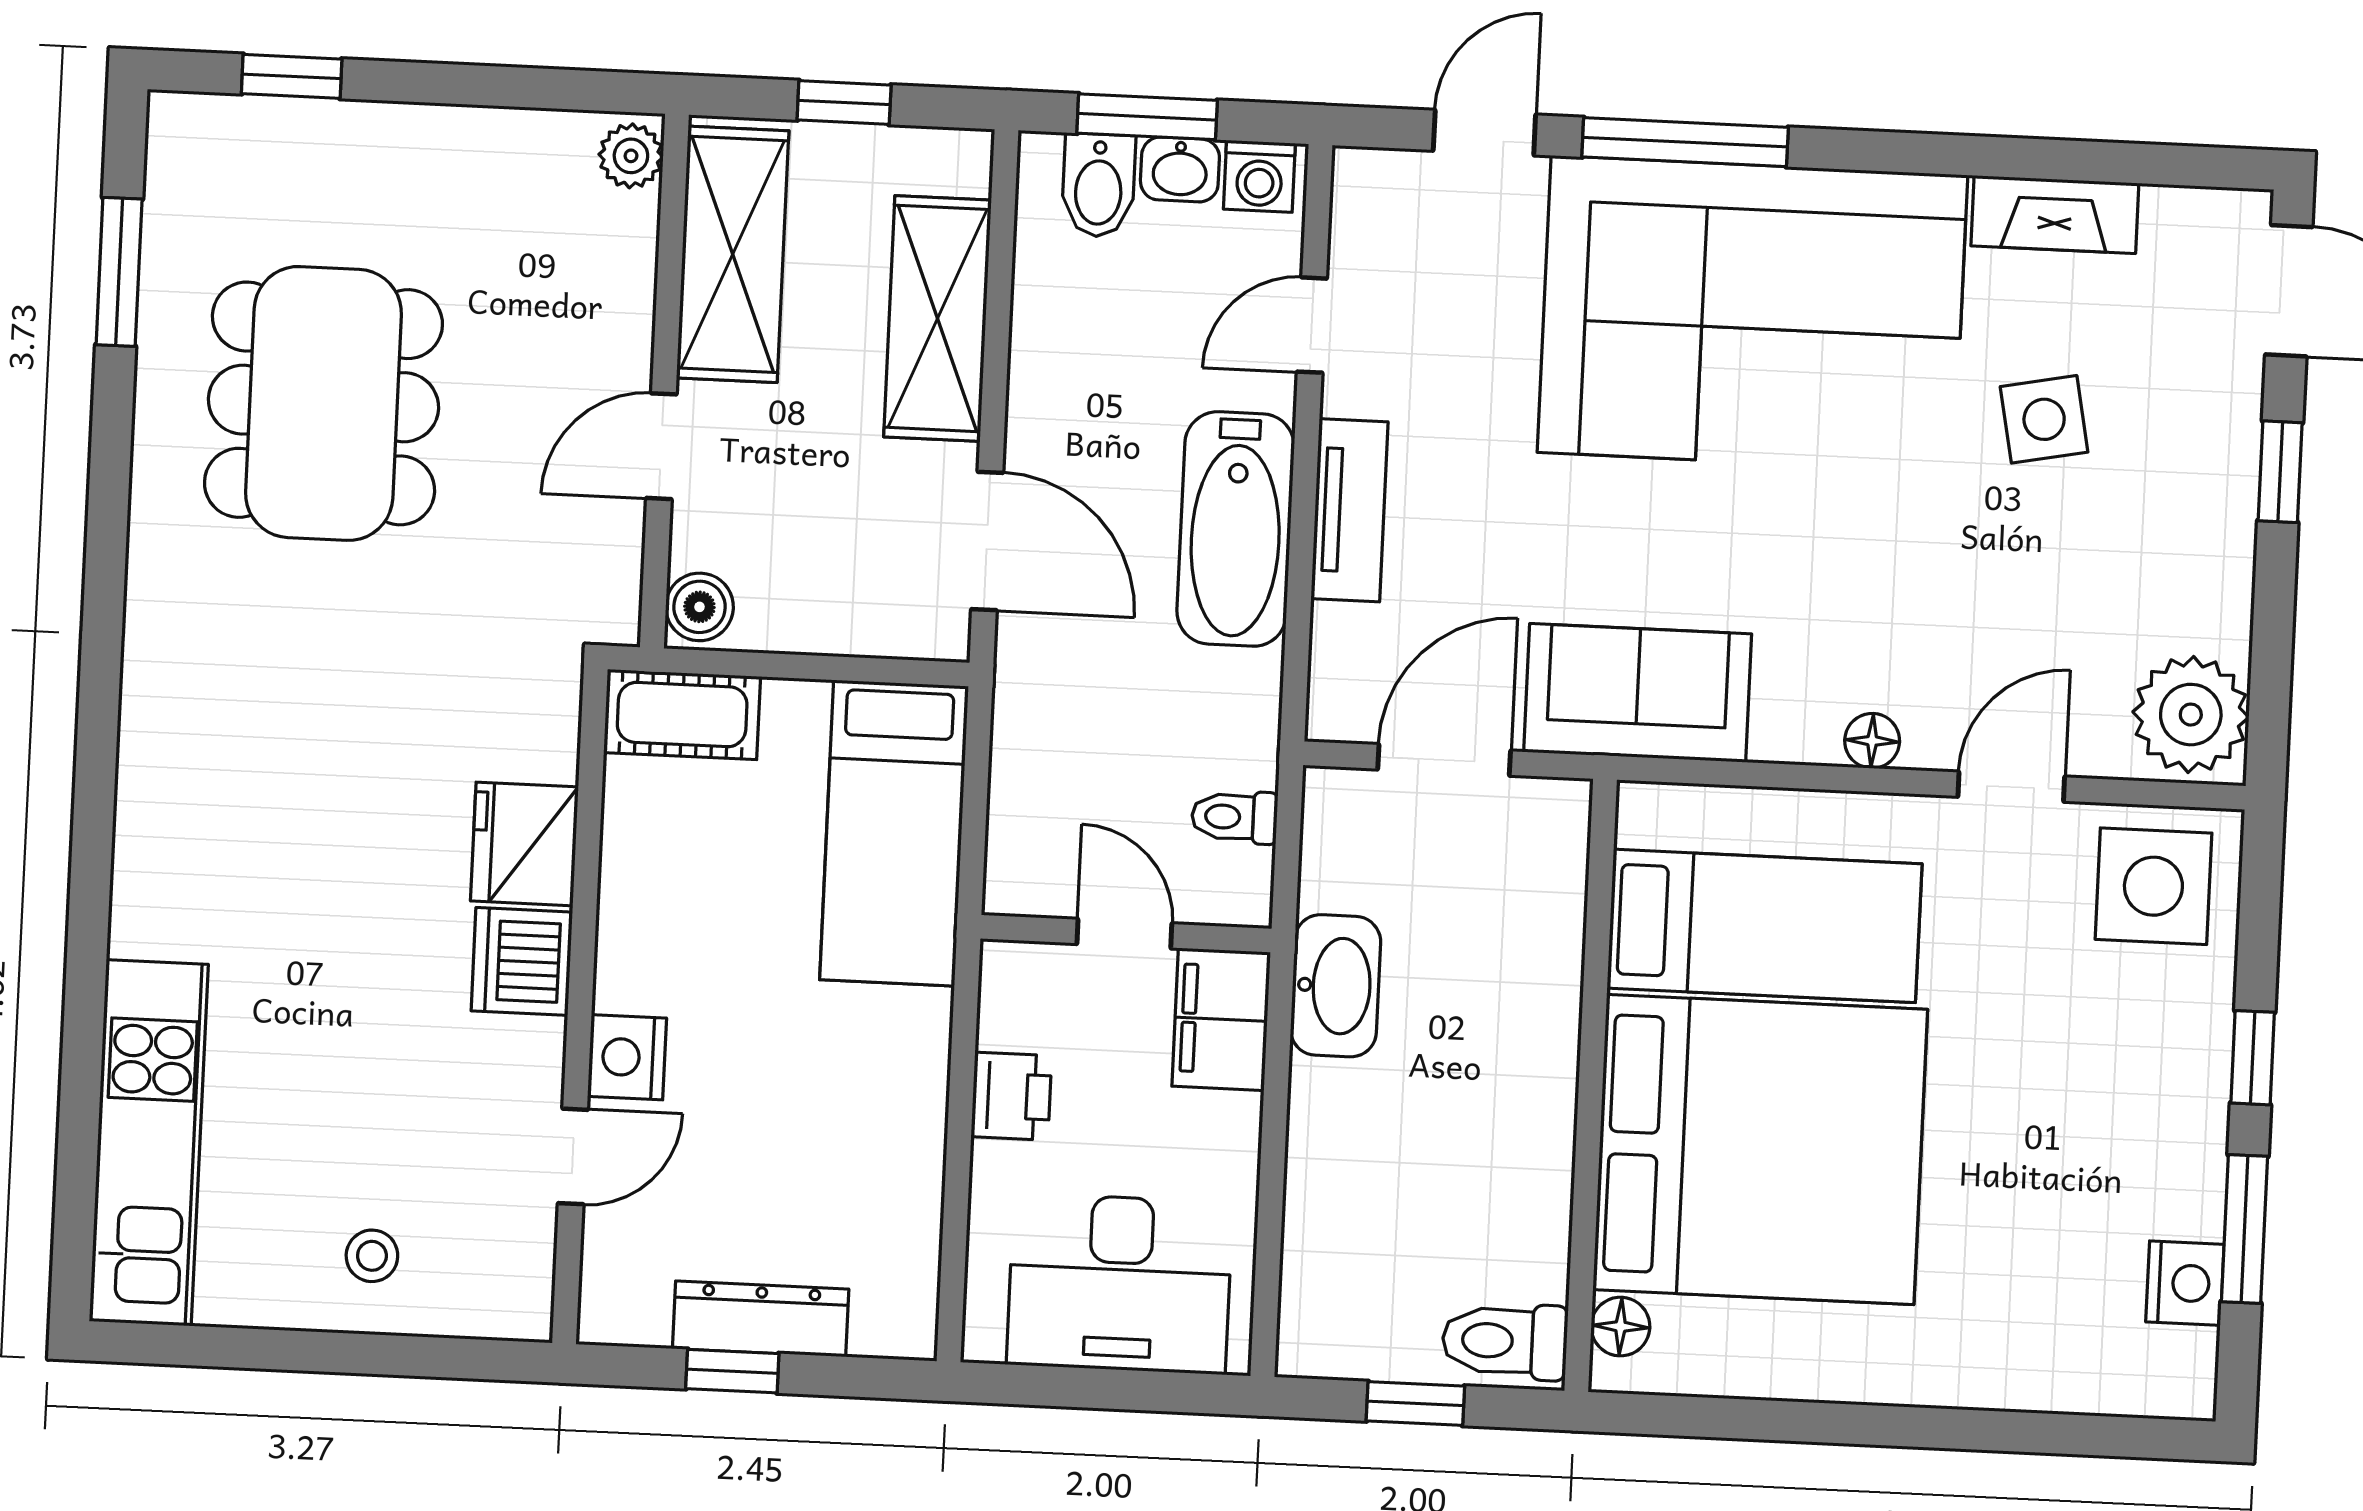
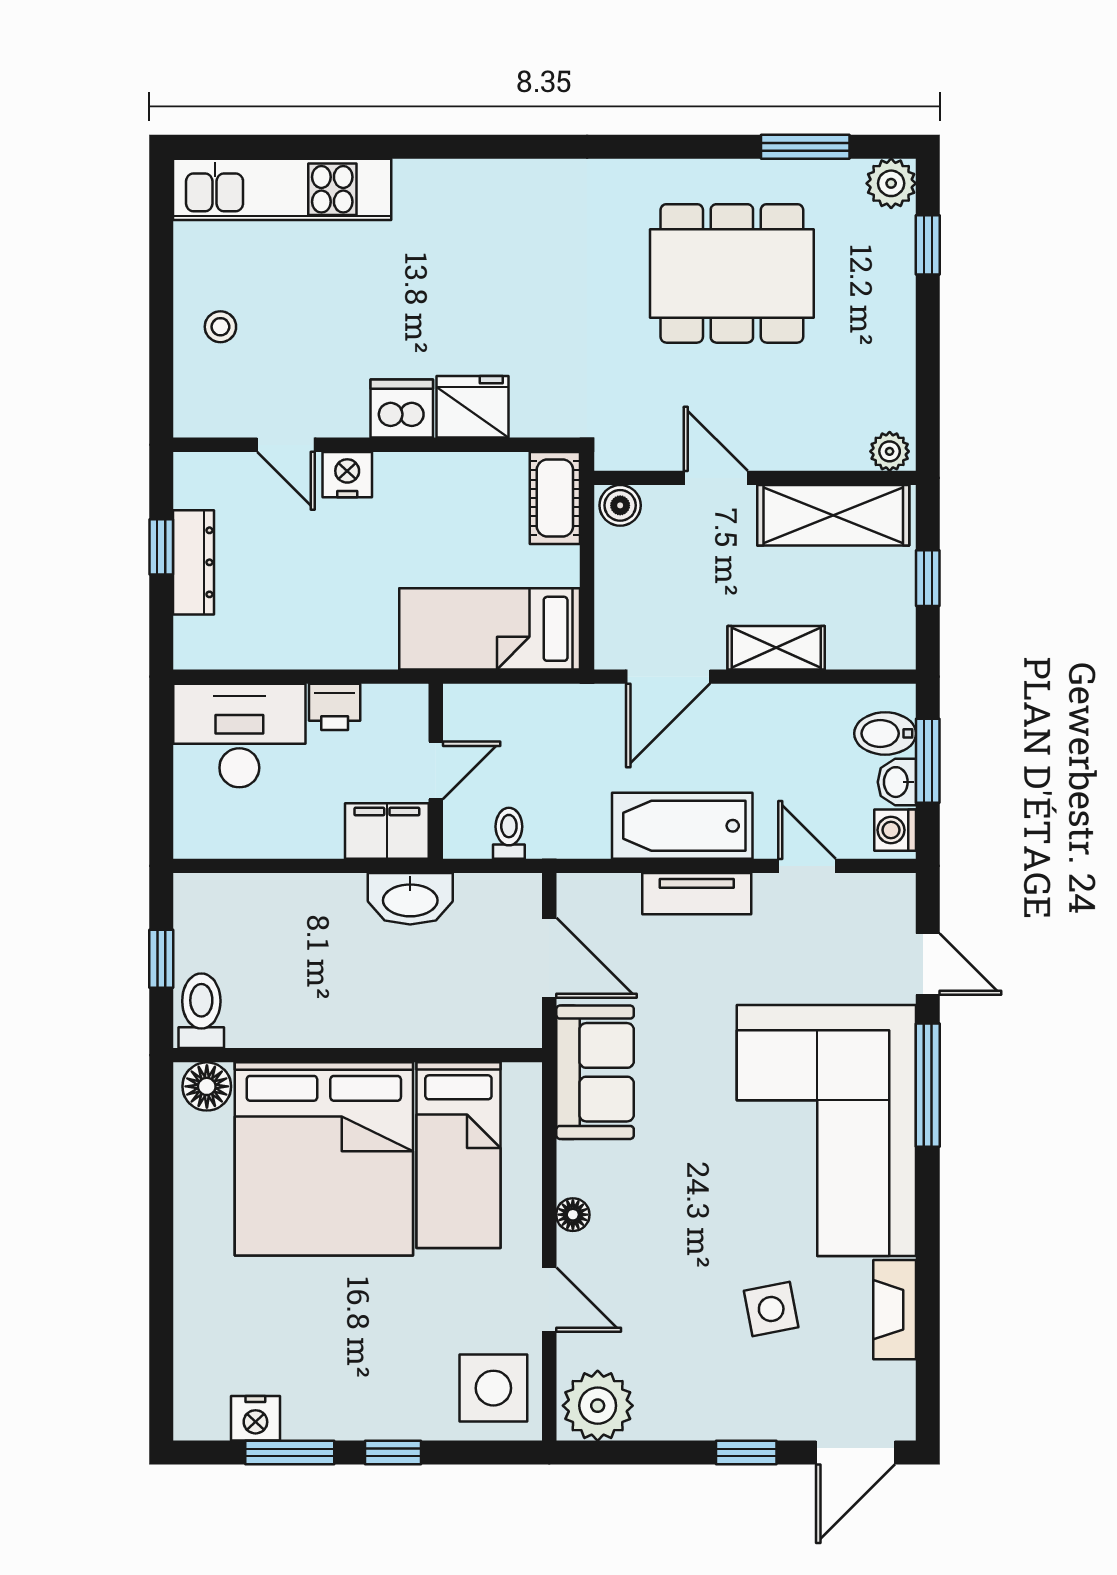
plant: (187, 132) -> (891, 183), added
shelving: (938, 318) -> (776, 648), width x0.67, depth x0.75
desk: (1120, 1284) -> (239, 736), moved, turned 90
floor lamp: (1620, 1327) -> (207, 1086), width x1.37, depth x1.37

